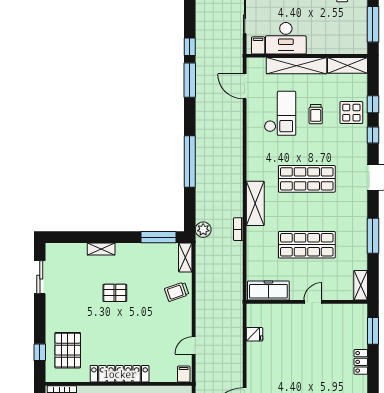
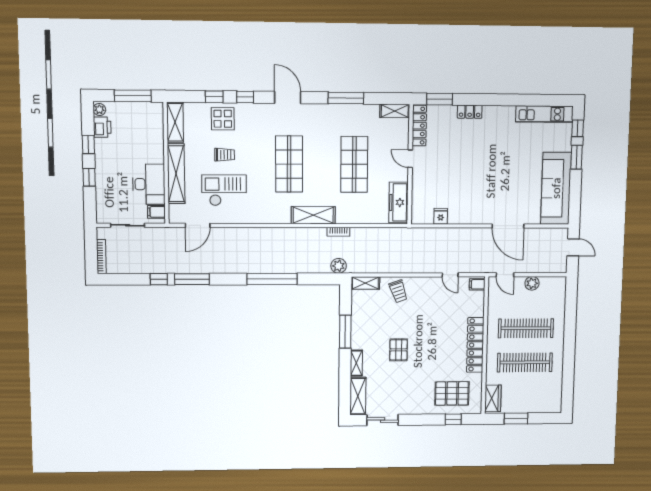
window: (158, 237) -> (345, 332), moved
shelving: (66, 251) -> (358, 396), added
locker: (346, 311) -> (419, 126), added

